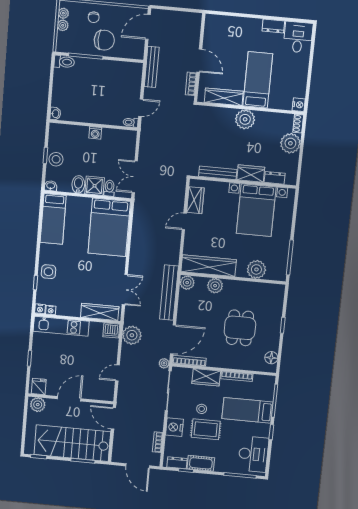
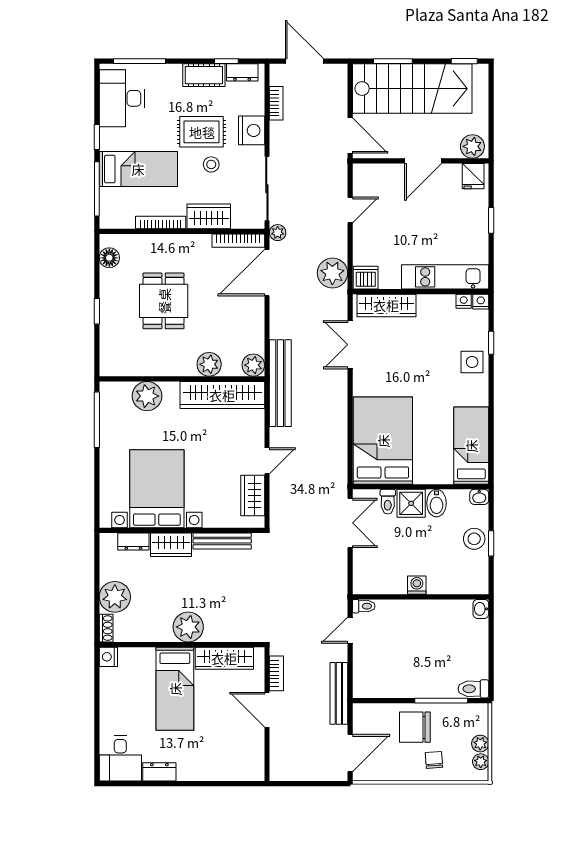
bench: (169, 293) -> (280, 383), moved

